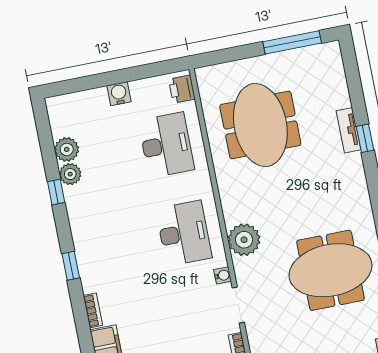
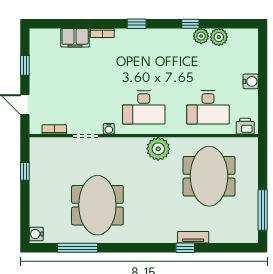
meeting table: (260, 125) -> (209, 176), turned 90
plant: (244, 240) -> (158, 149), moved

